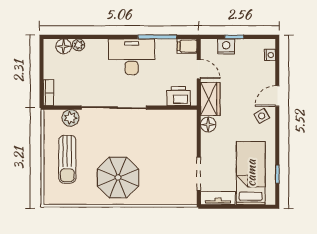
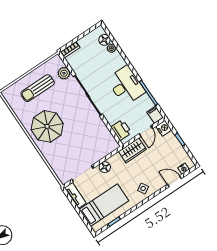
nightstand: (226, 46) -> (164, 128), moved
door: (277, 96) -> (174, 181), moved
floor lamp: (208, 125) -> (105, 167), moved

